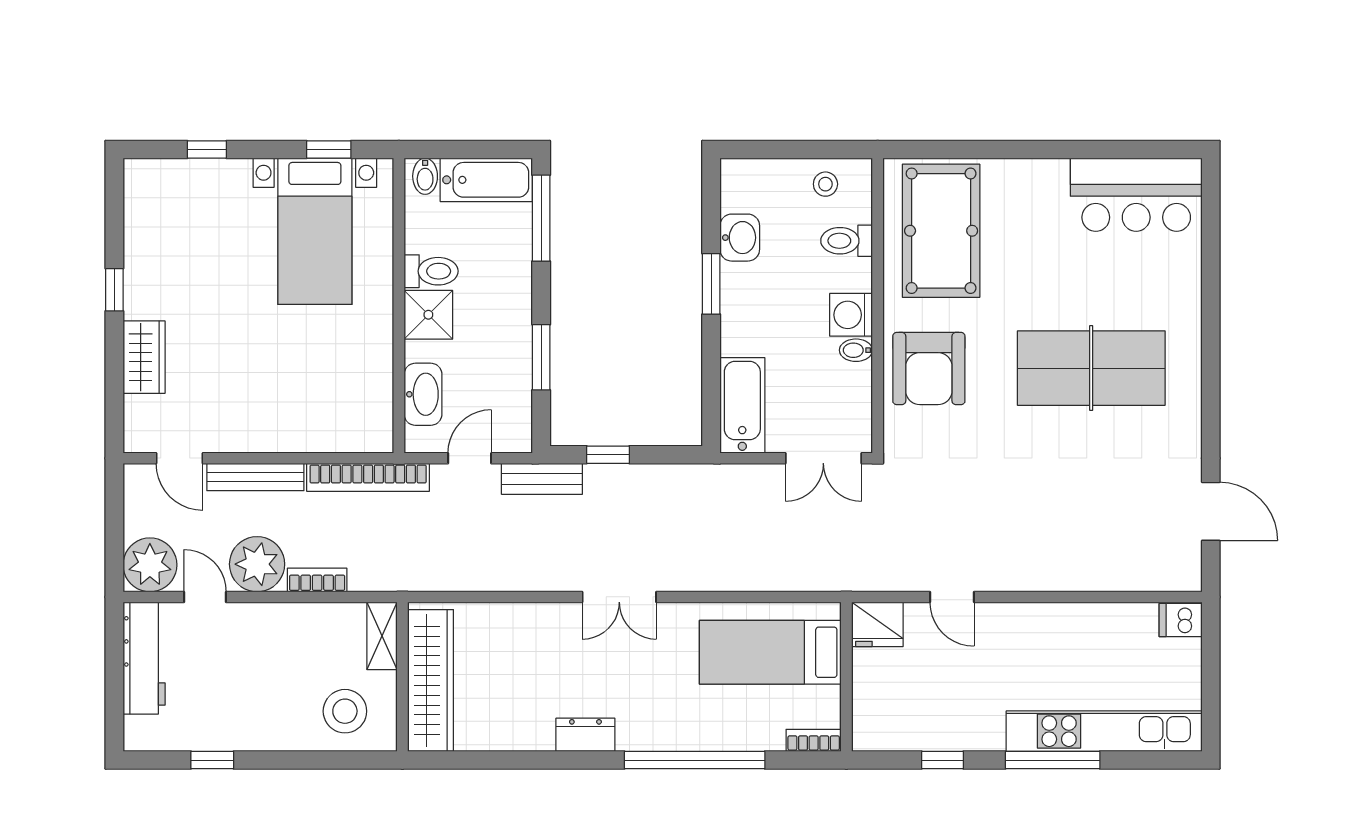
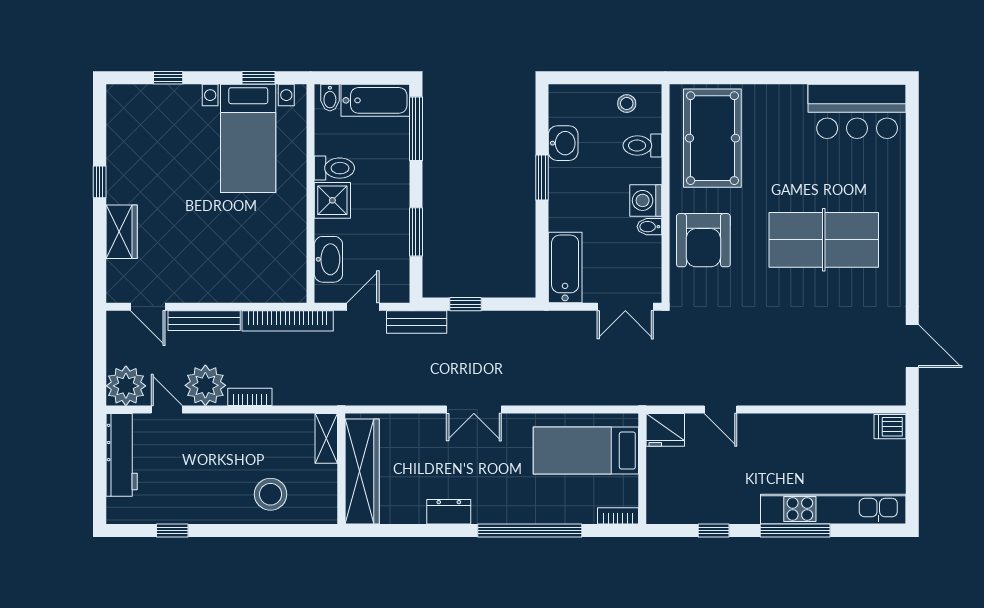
shelving: (382, 636) -> (326, 438), moved
wall: (402, 677) -> (341, 469), moved
wardrobe: (430, 680) -> (362, 471), moved

